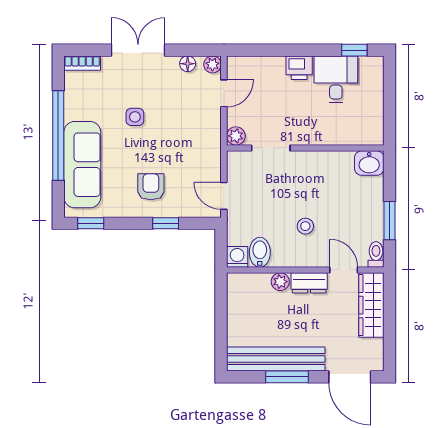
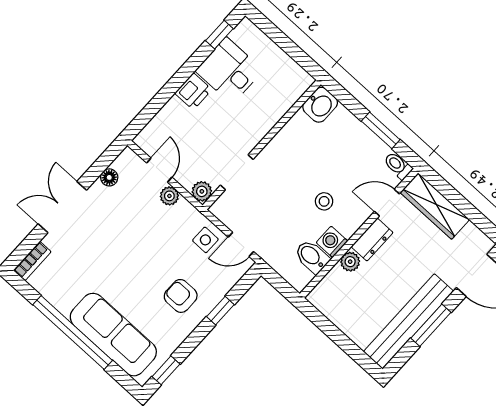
plant: (212, 64) -> (169, 196), moved
side table: (135, 117) -> (205, 240), moved
washing machine: (237, 257) -> (332, 242), moved

